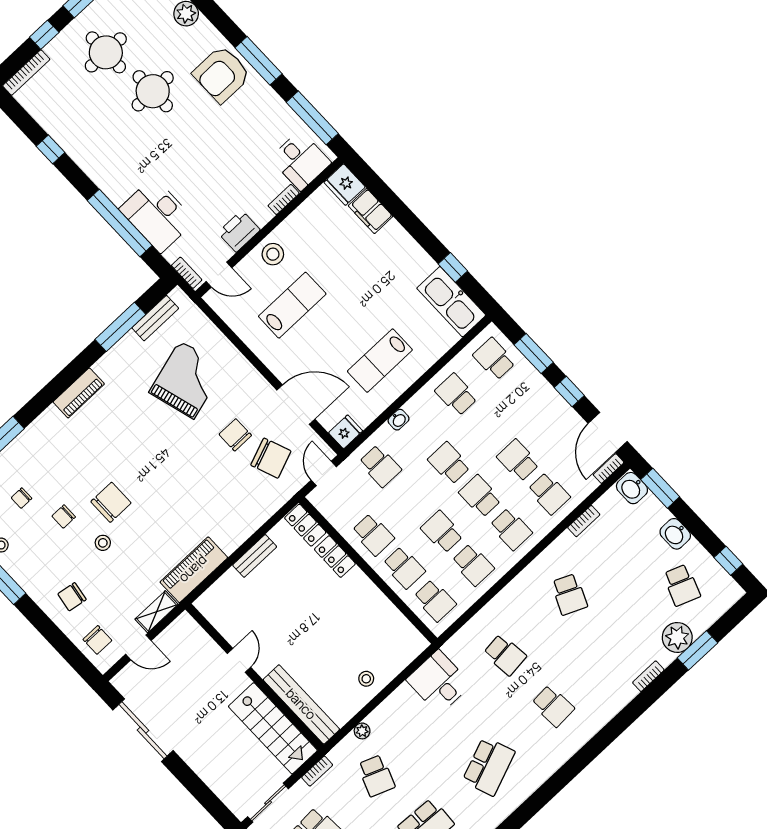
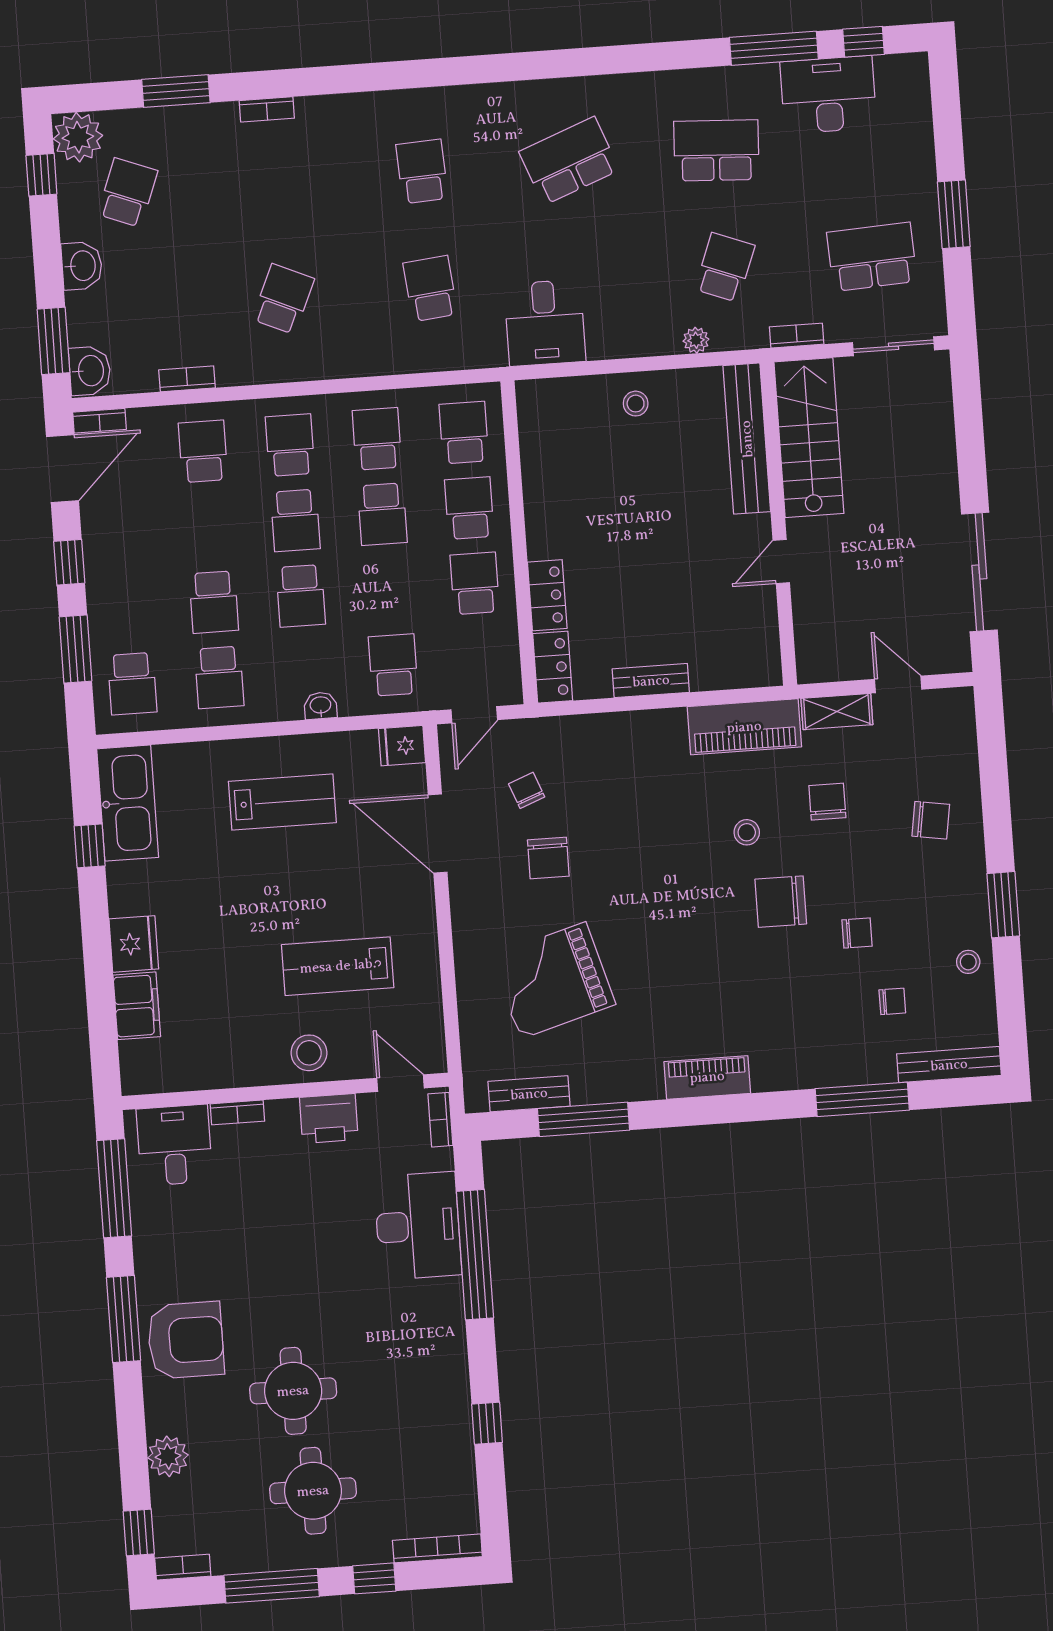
fridge: (345, 185) -> (134, 944), moved
chair: (271, 458) -> (527, 790), width x0.54, depth x0.54
school desk: (518, 460) -> (214, 602), moved
stool: (103, 543) -> (747, 832), moved
plant: (677, 637) -> (78, 137), moved
chair: (97, 640) -> (827, 802), moved

